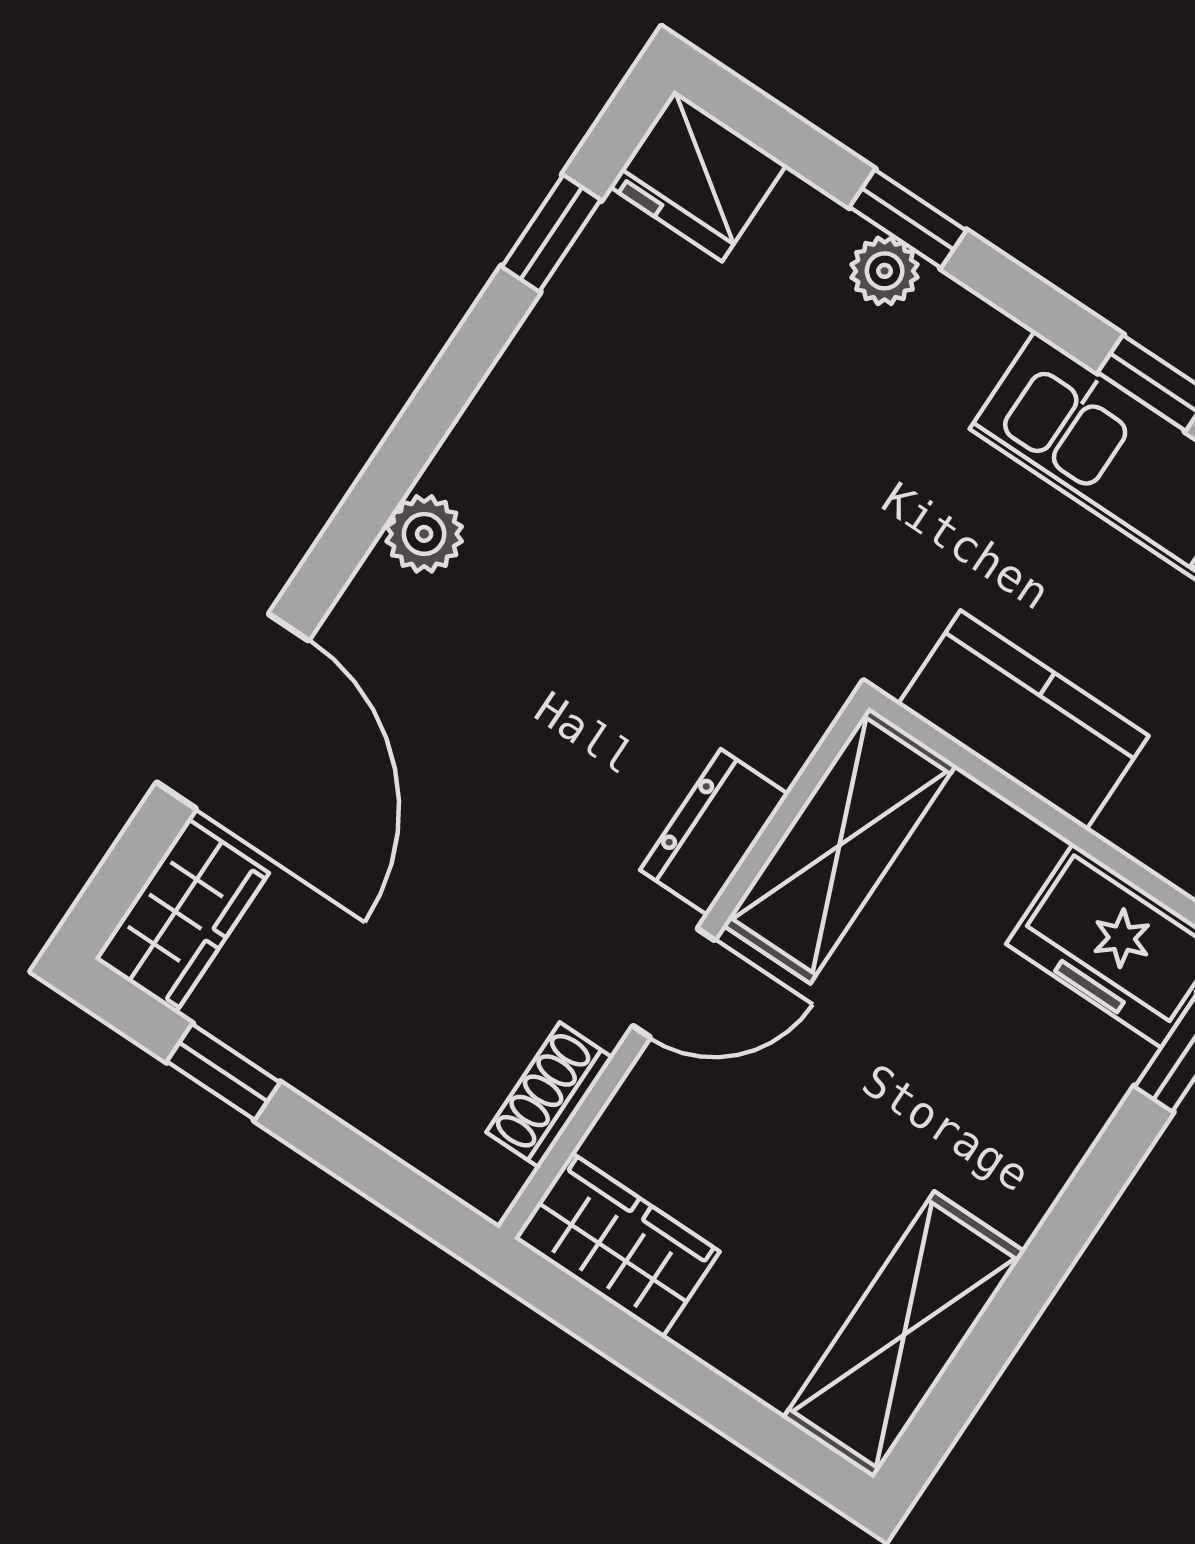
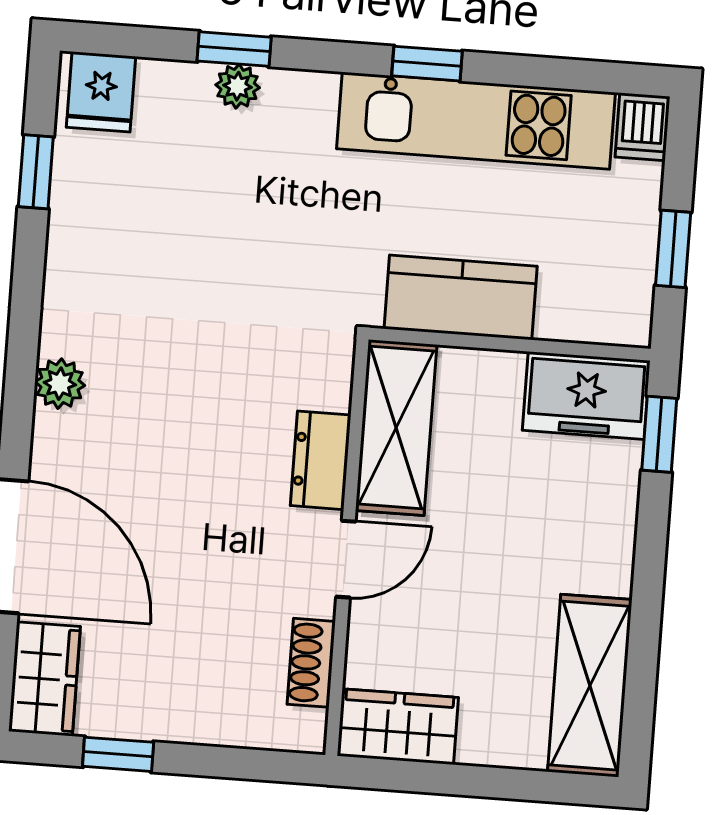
fridge: (698, 176) -> (101, 92), width x0.72

